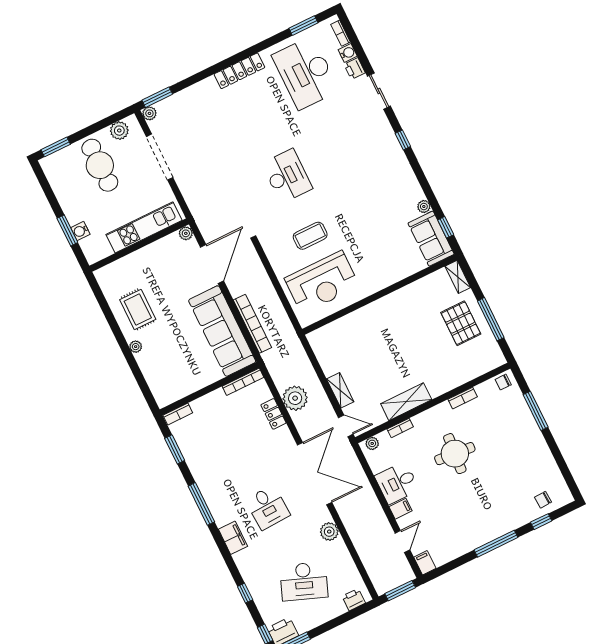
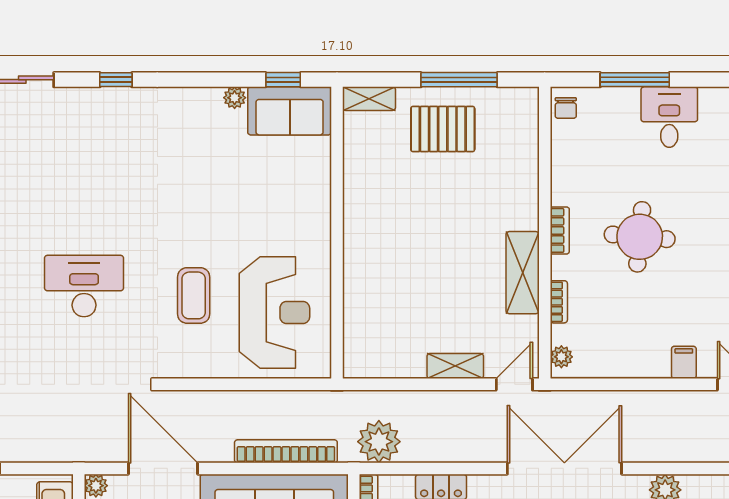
plant: (295, 398) -> (379, 442), moved
bookcase: (463, 398) -> (560, 230), moved
desk: (397, 483) -> (669, 117), moved, turned 180

